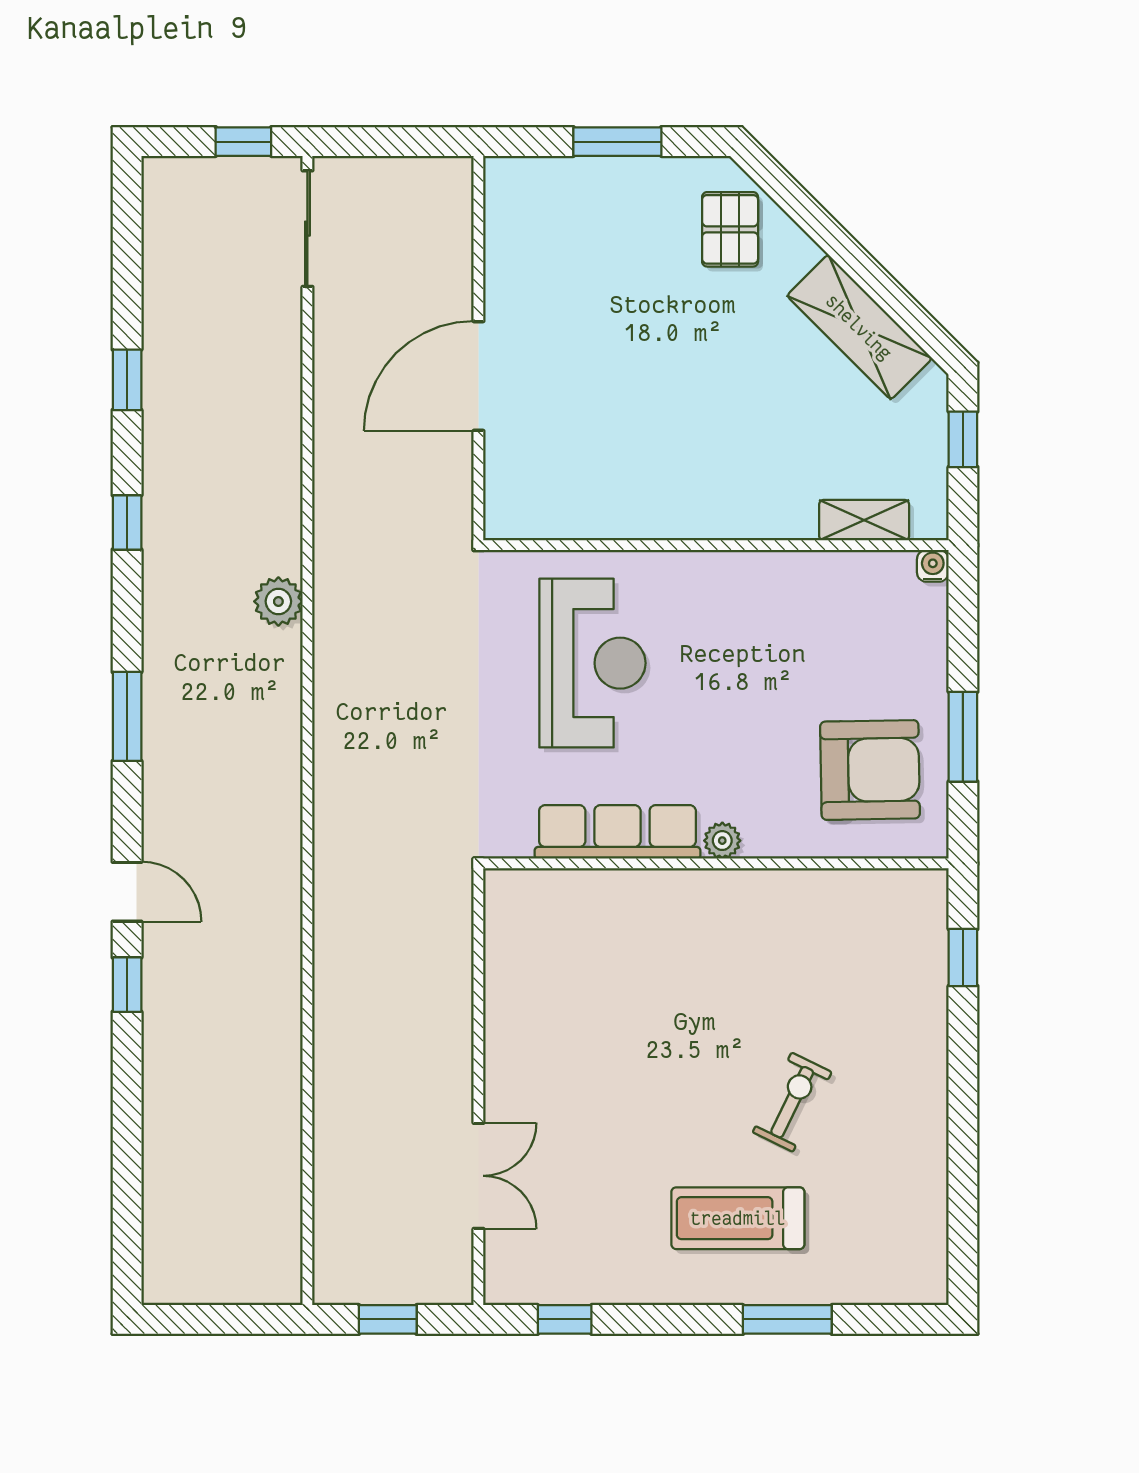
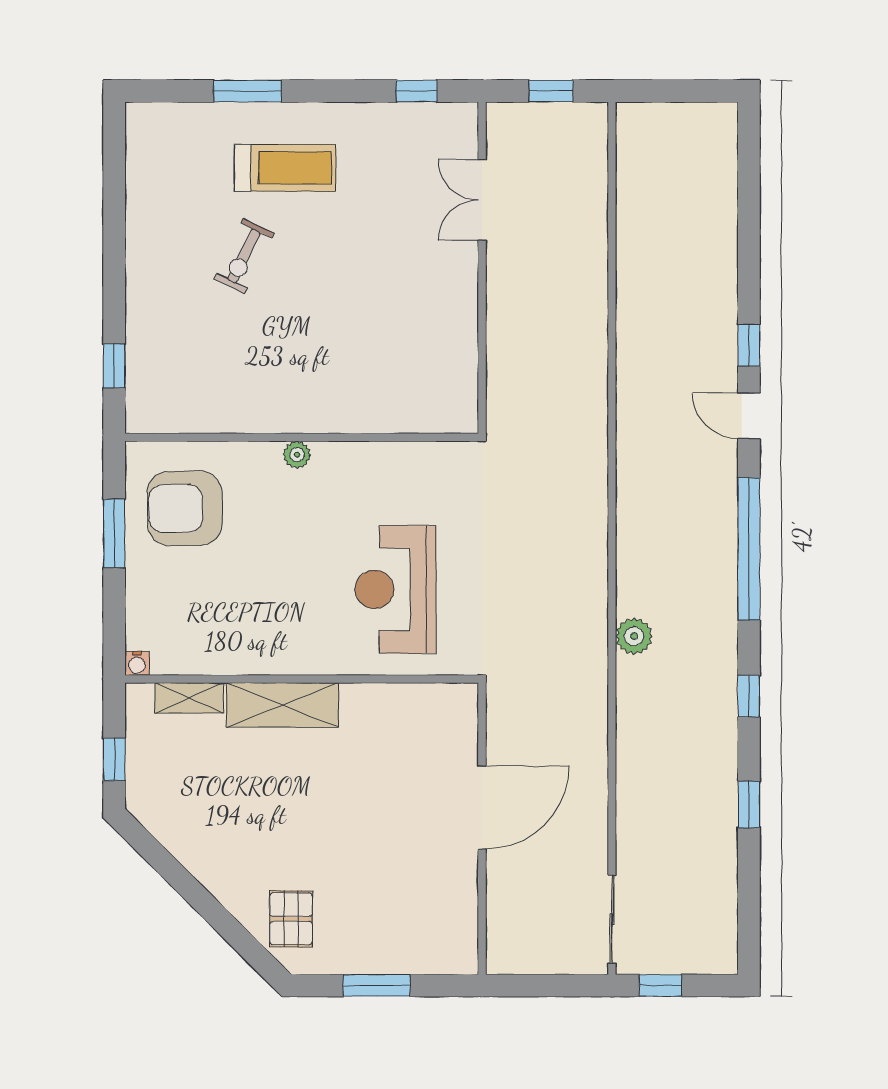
shelving: (859, 327) -> (282, 705), moved, turned -45
window: (127, 716) -> (749, 549), width x2.11
row of seats: (617, 832) -> (376, 461), removed

